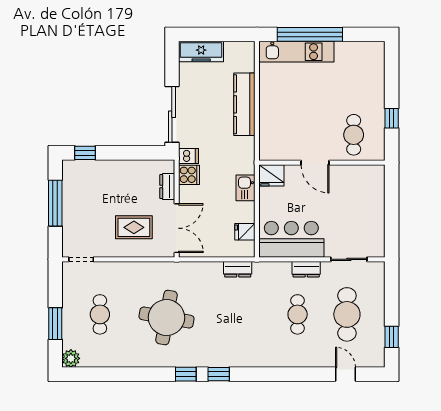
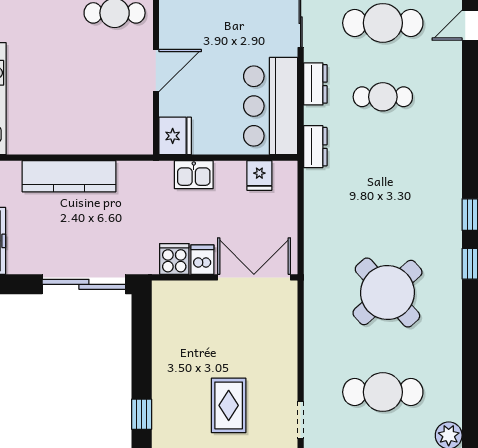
dishwasher: (189, 156) -> (202, 260), moved
dresser: (167, 187) -> (192, 291), removed
rug: (134, 227) -> (229, 405), moved
dresser: (238, 269) -> (315, 147), moved
cafe table: (100, 314) -> (383, 392), width x1.37, depth x1.35
round table: (166, 318) -> (387, 292), turned 38

